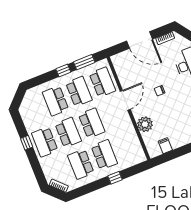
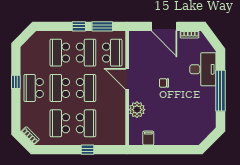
door: (125, 100) -> (127, 79), swing flipped
school desk: (68, 133) -> (60, 88), turned 180

